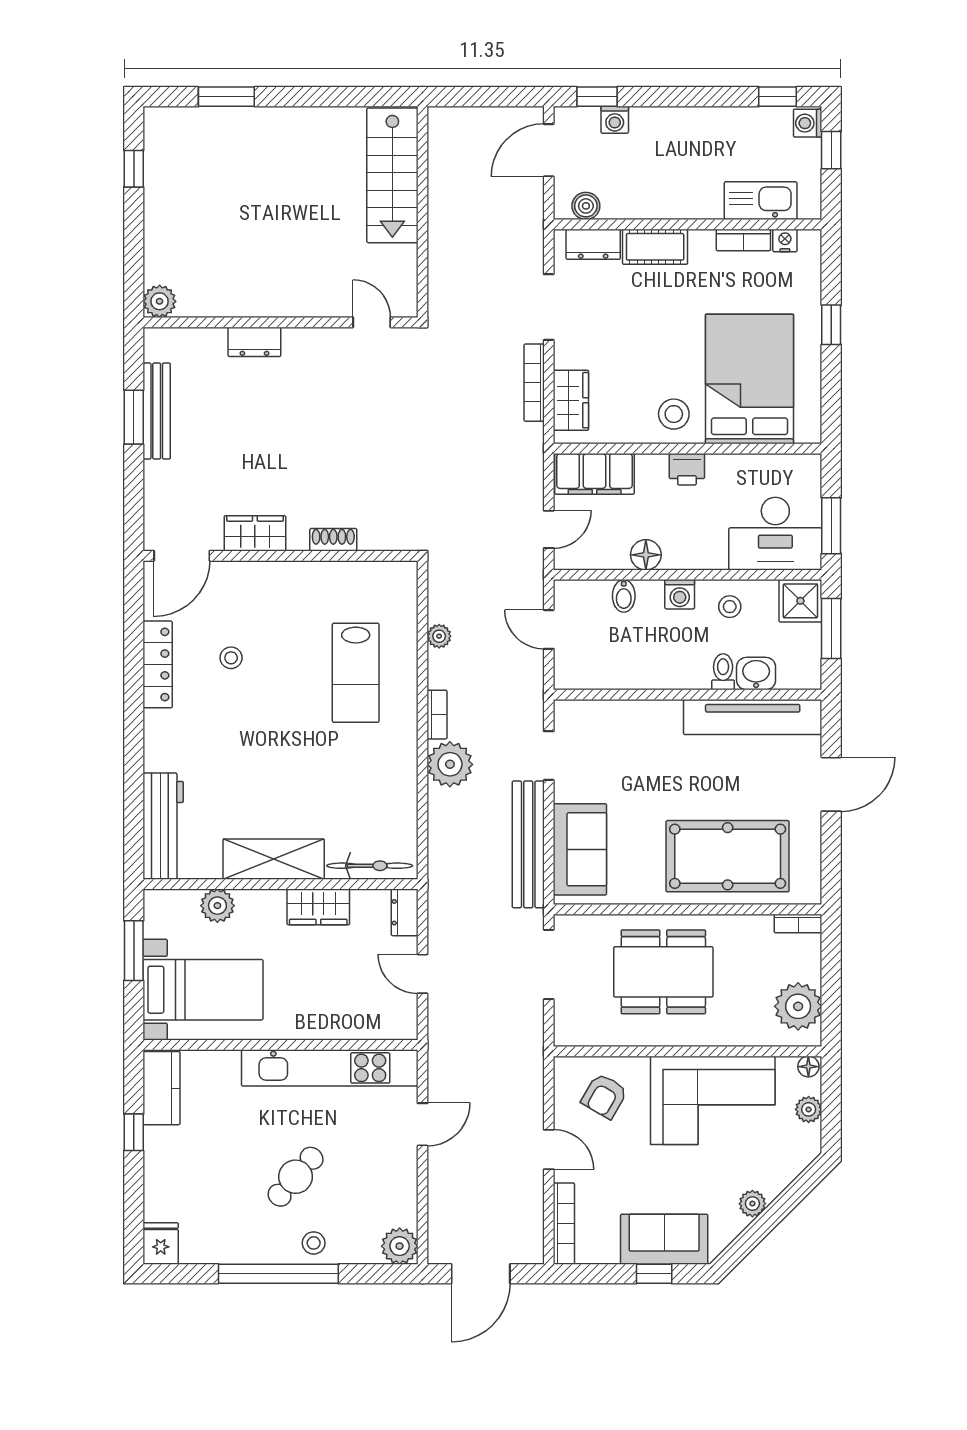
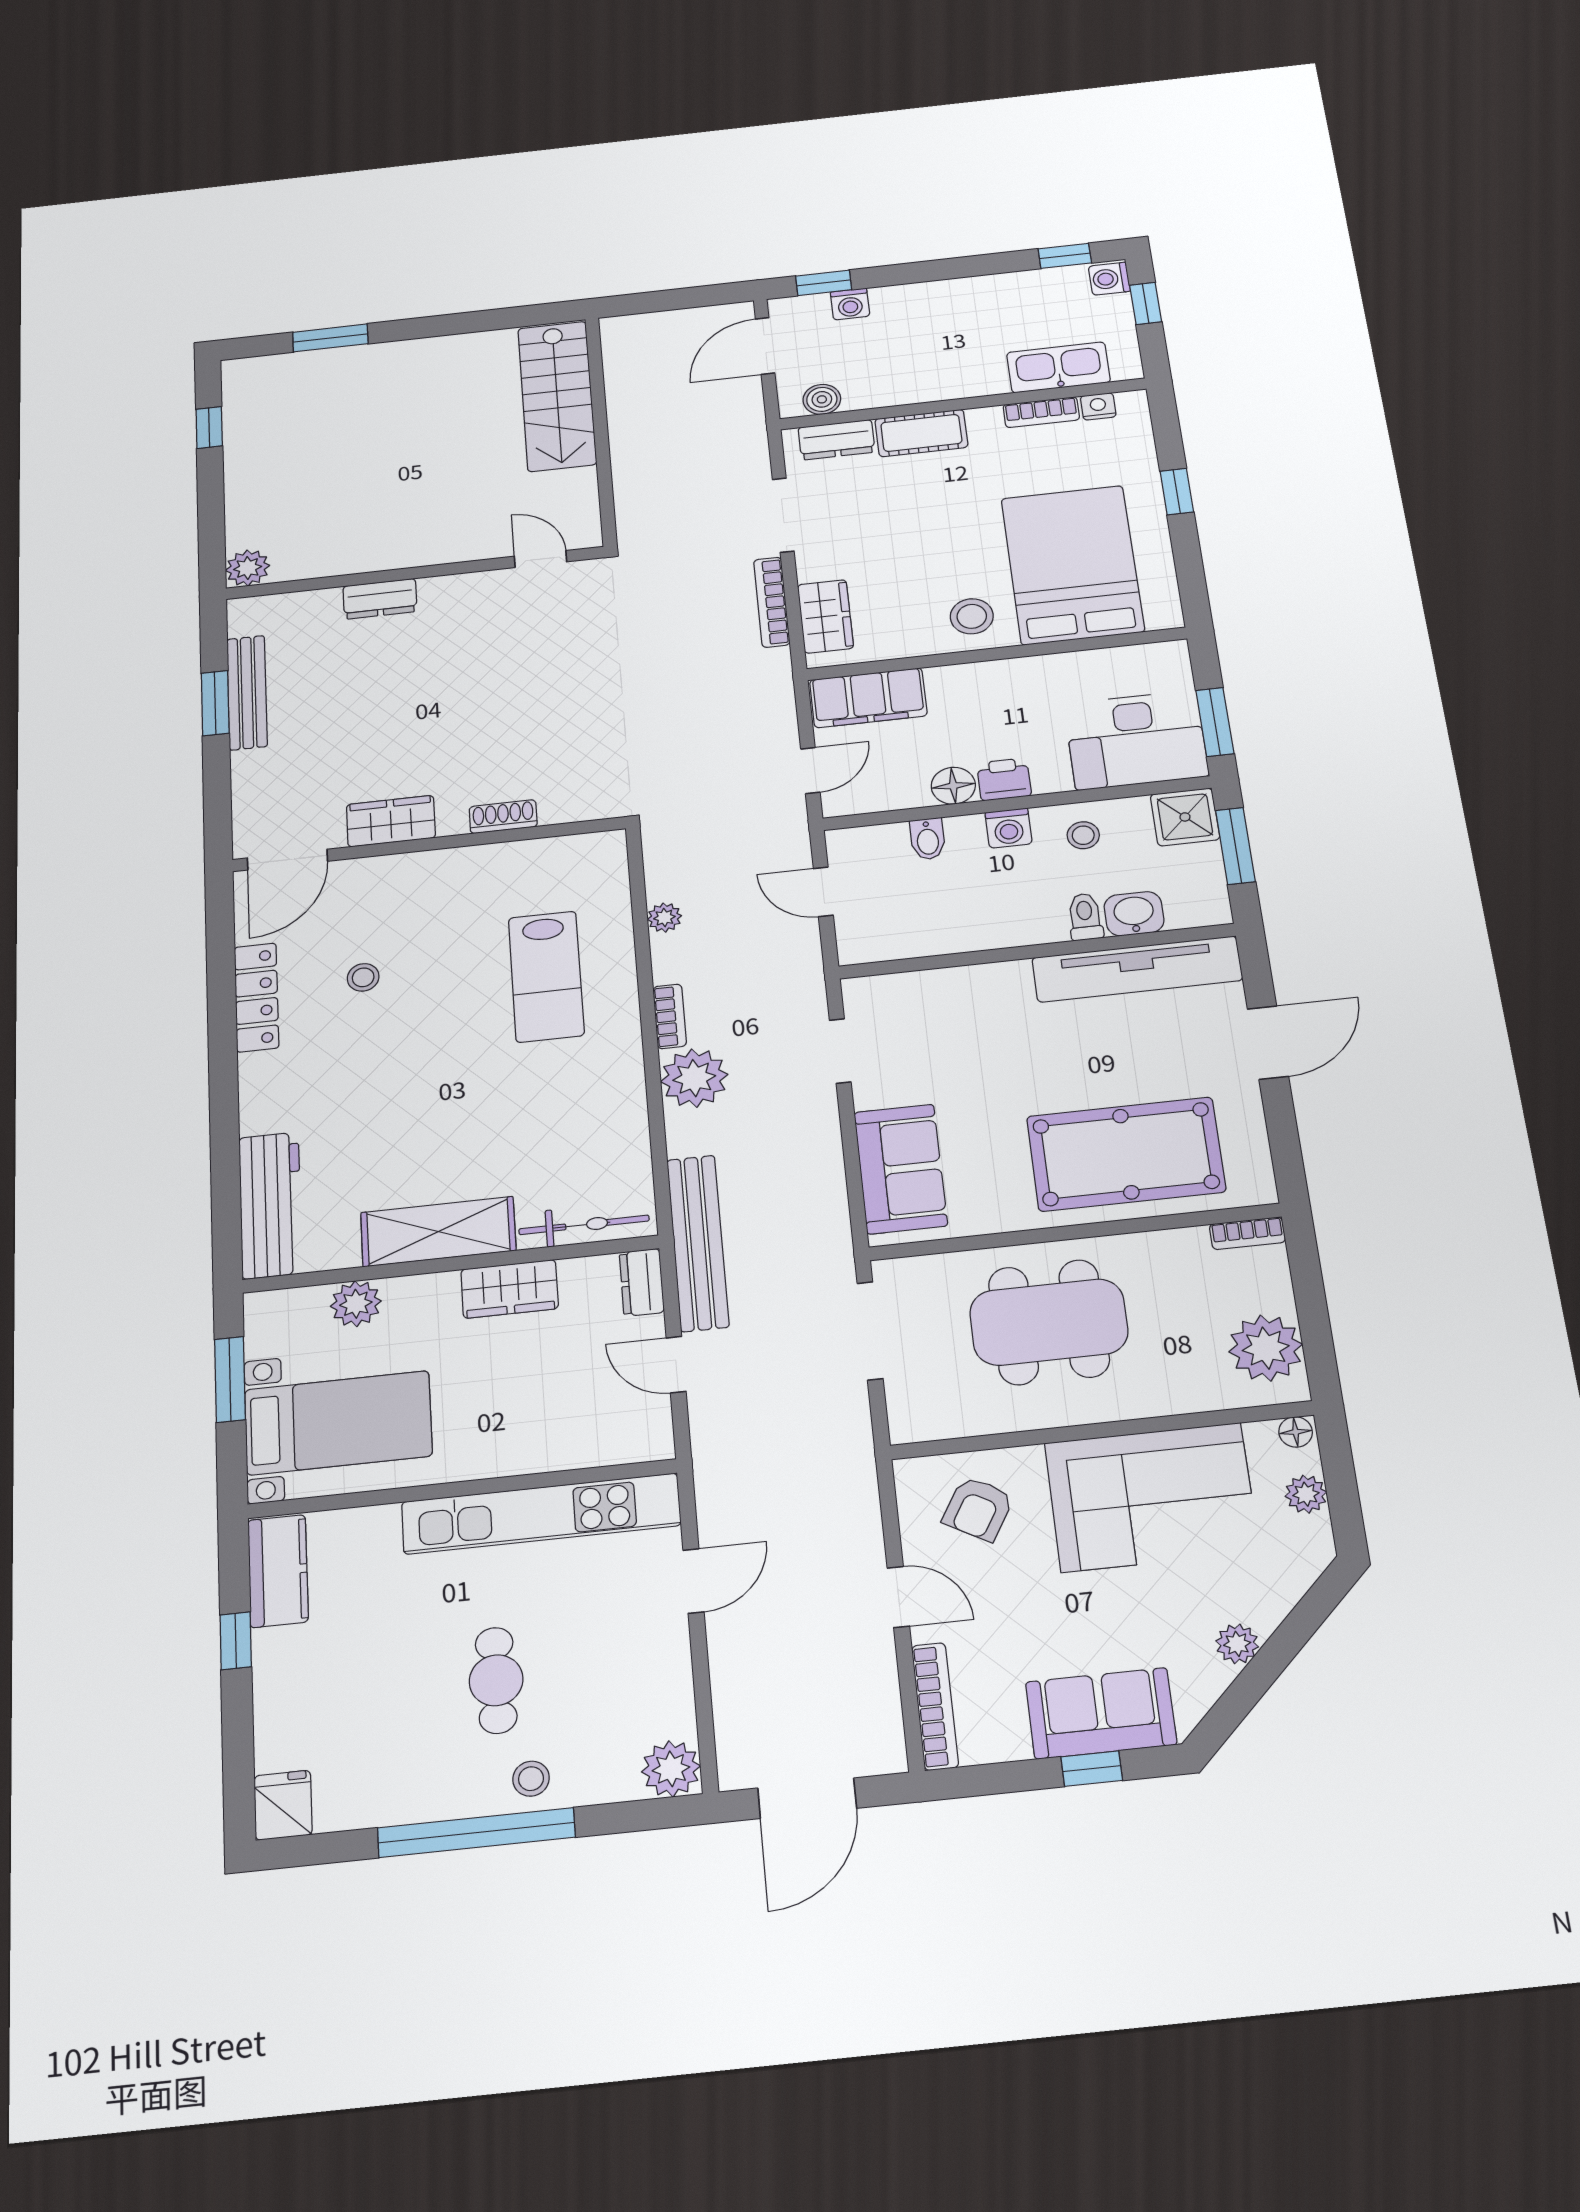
printer: (687, 469) -> (1004, 779), moved, turned 180
bench: (528, 844) -> (698, 1243), moved
cafe table: (296, 1177) -> (496, 1680), turned -41

